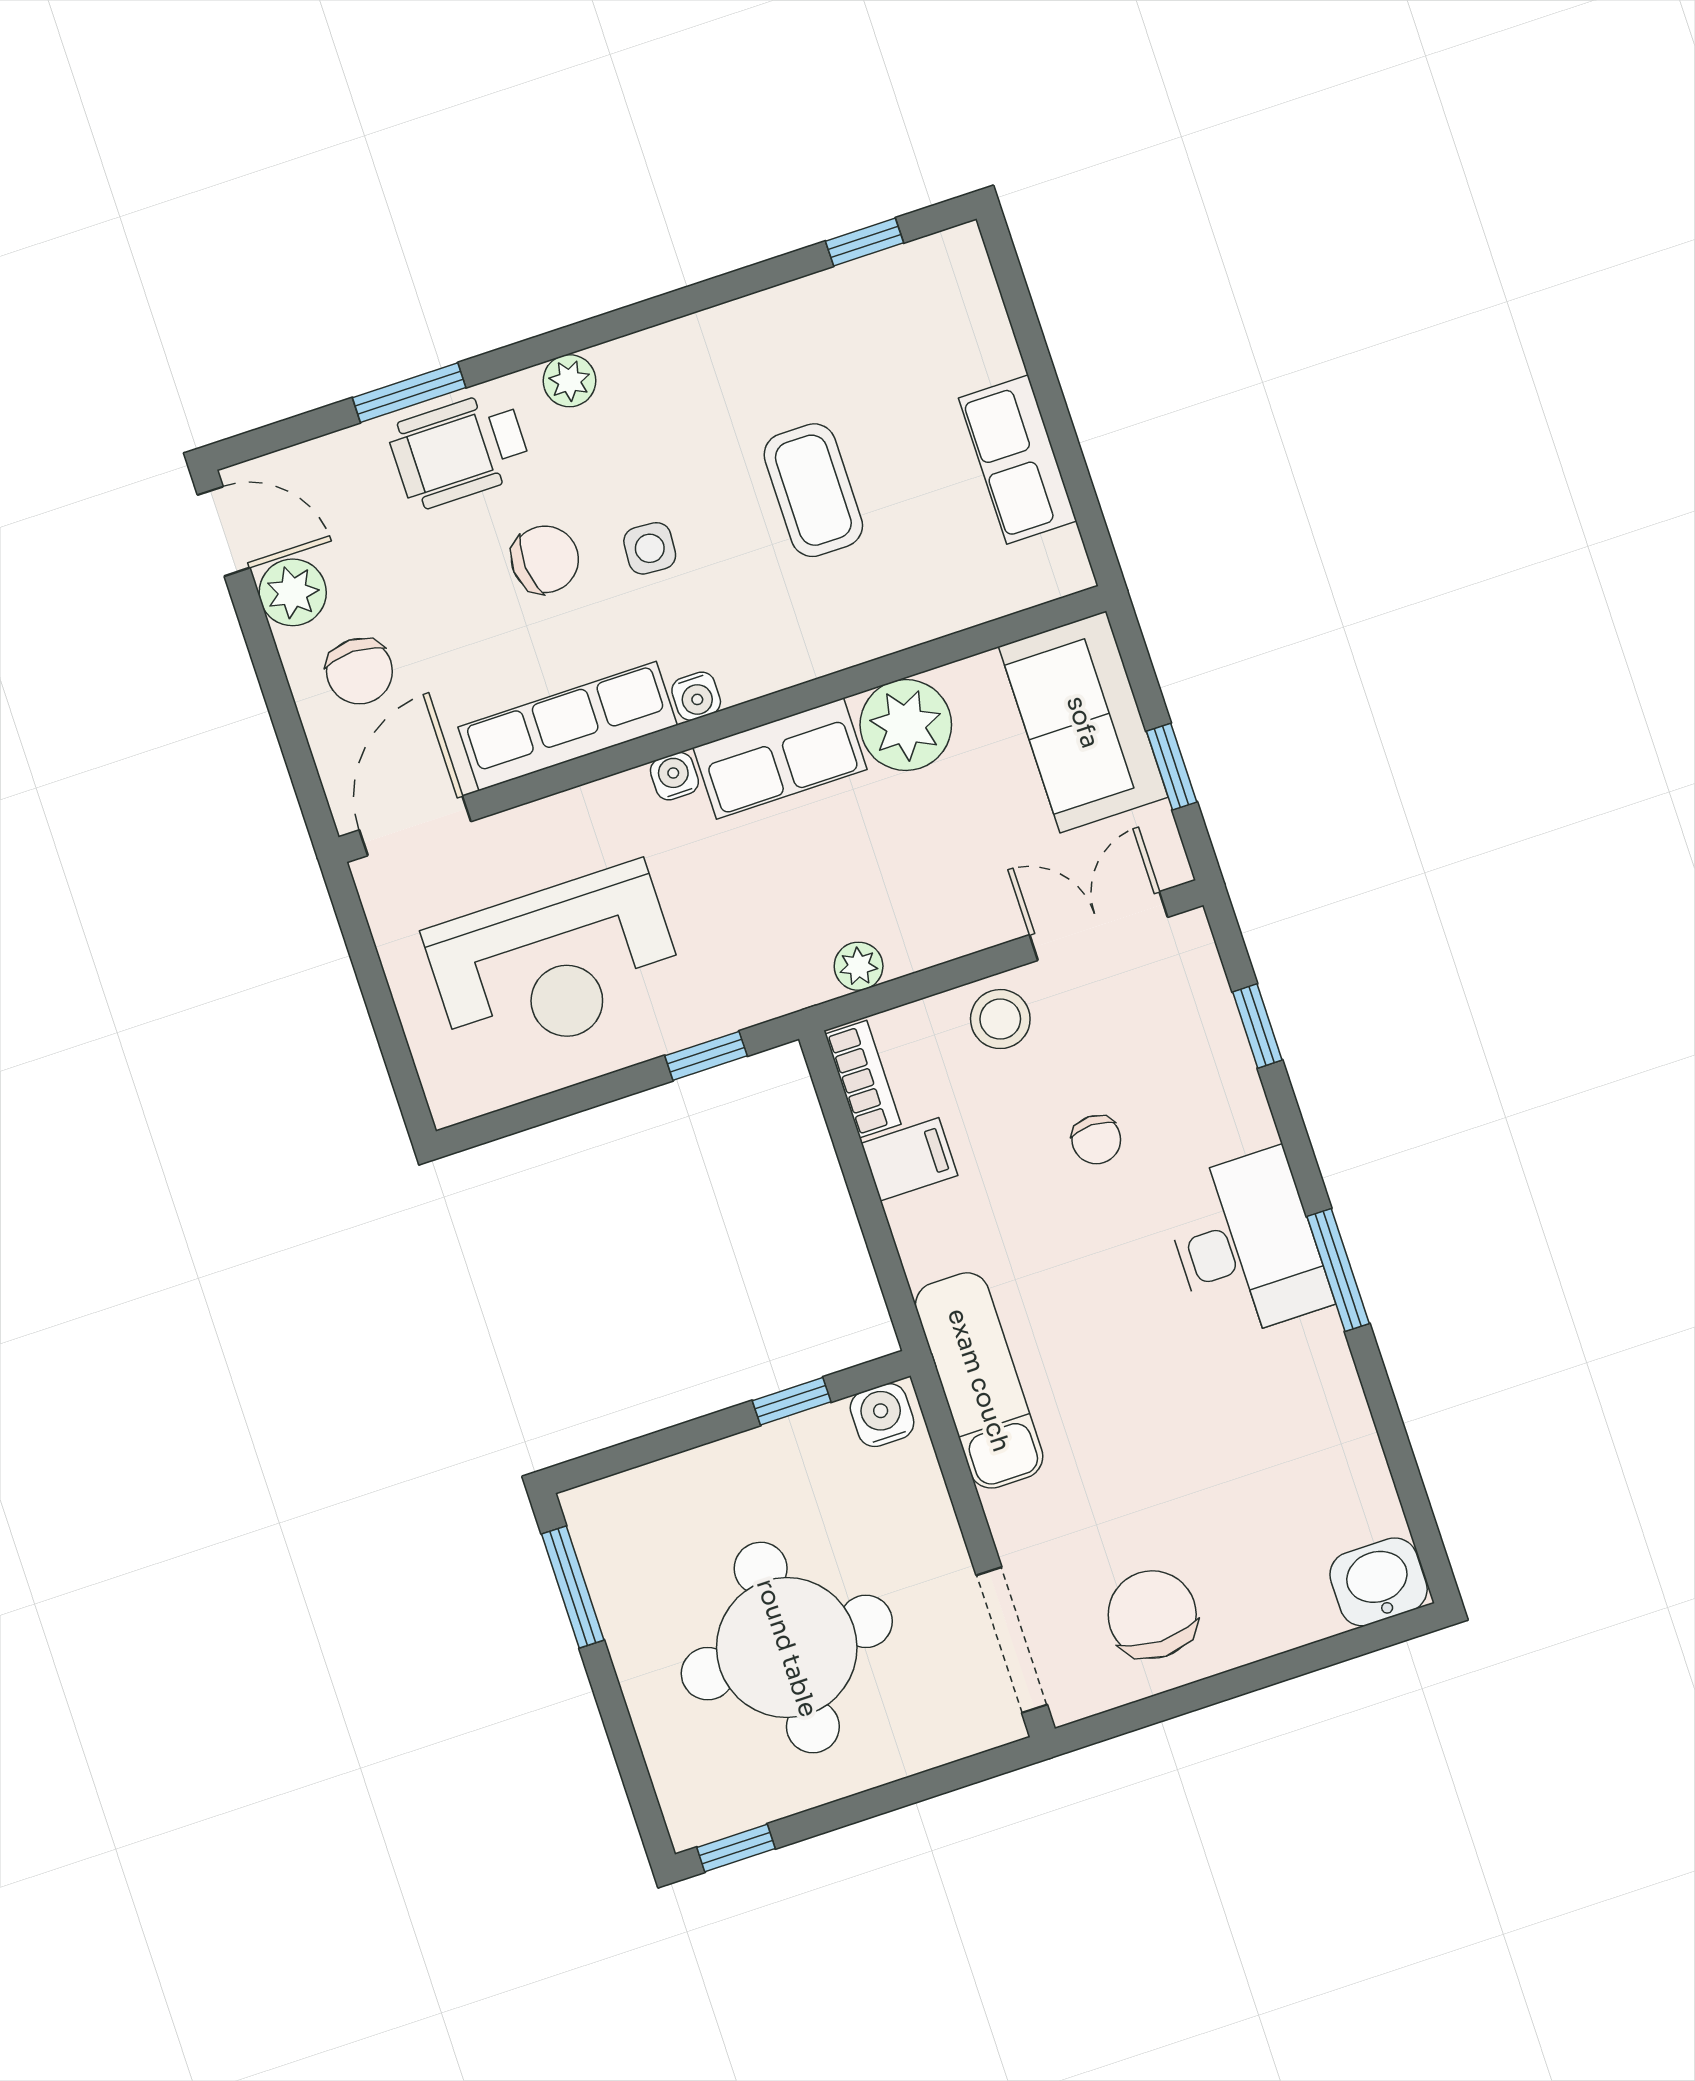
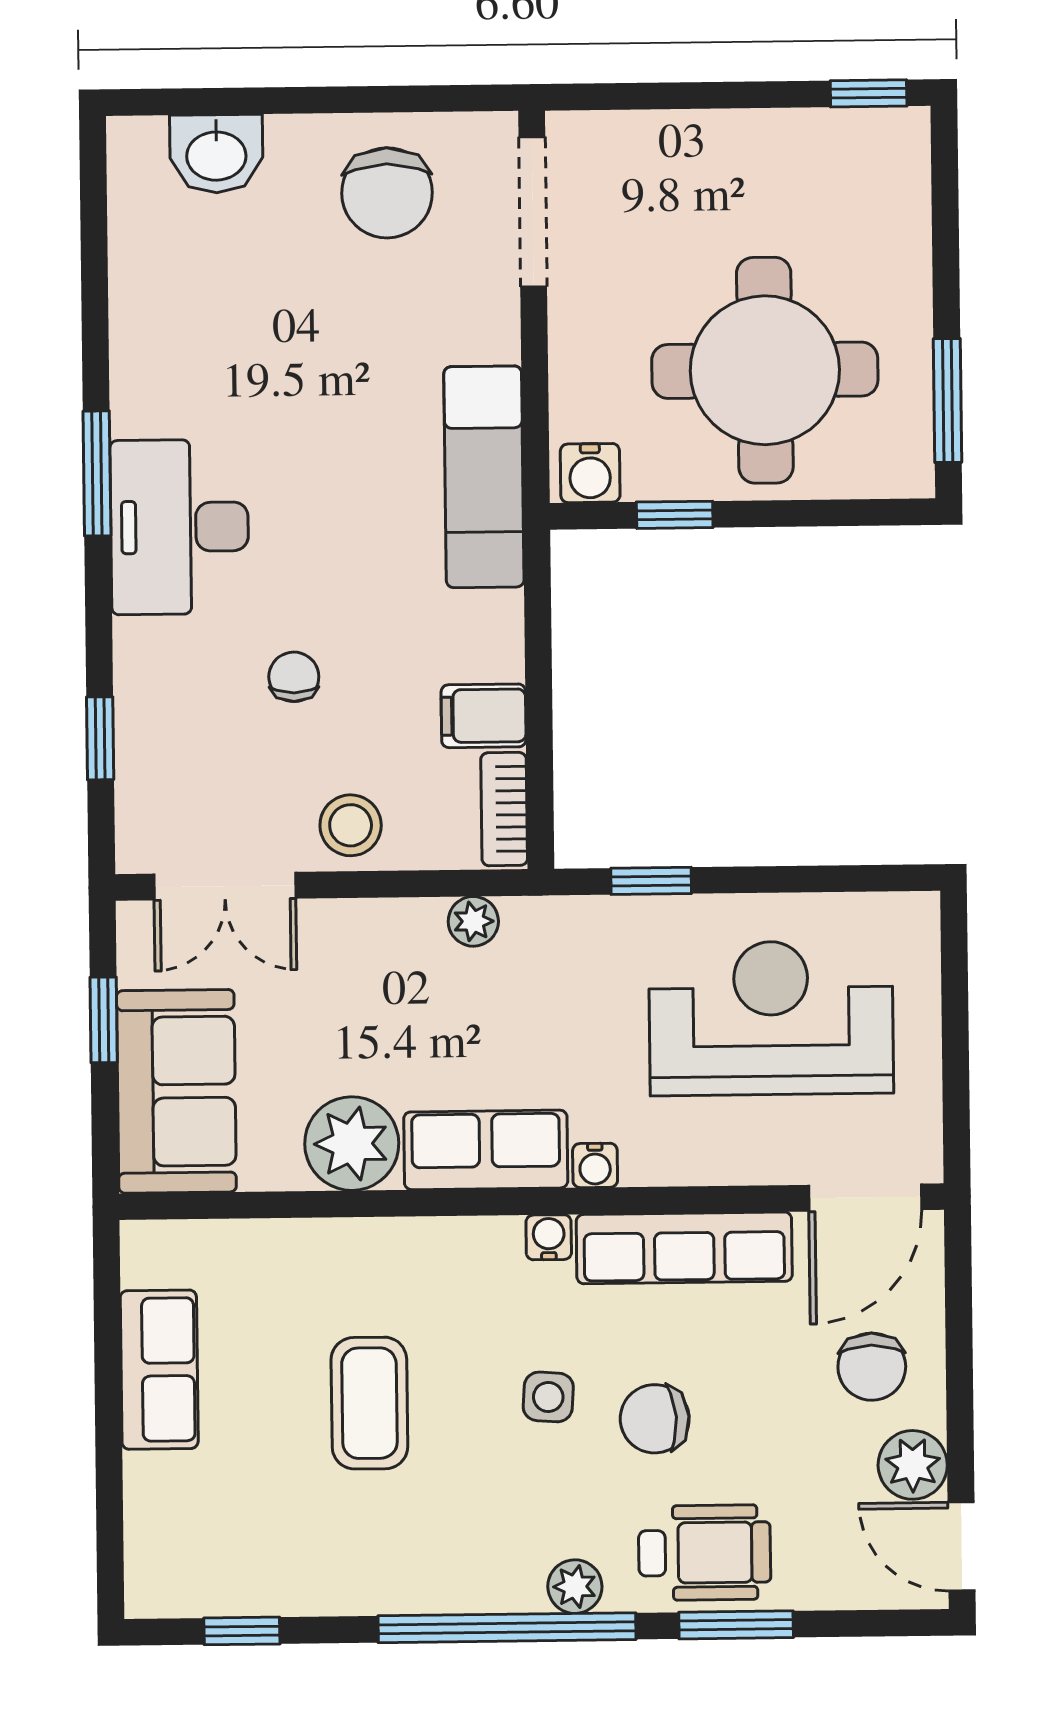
window: (620, 323) -> (507, 1628), added
chair: (359, 671) -> (872, 1367), turned 180
washbasin: (1379, 1582) -> (216, 154), moved
round table: (787, 1648) -> (765, 370), moved

